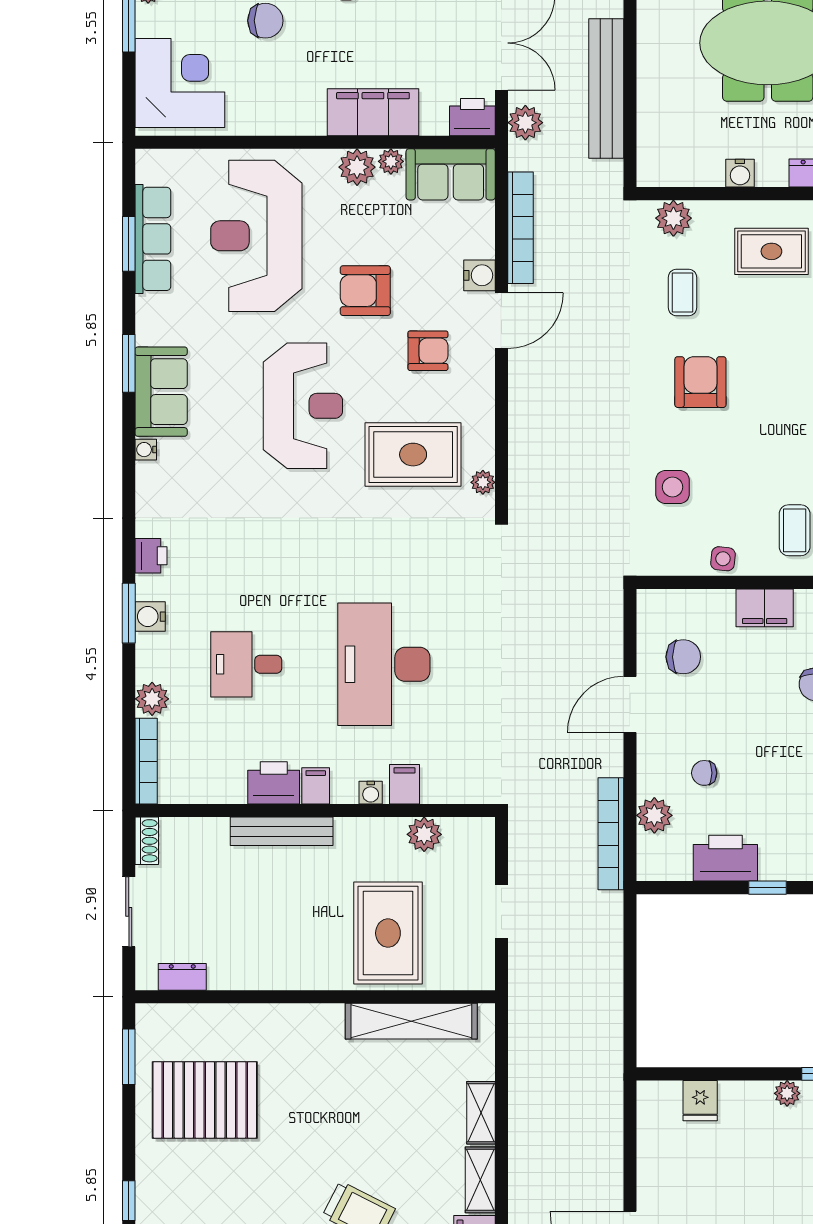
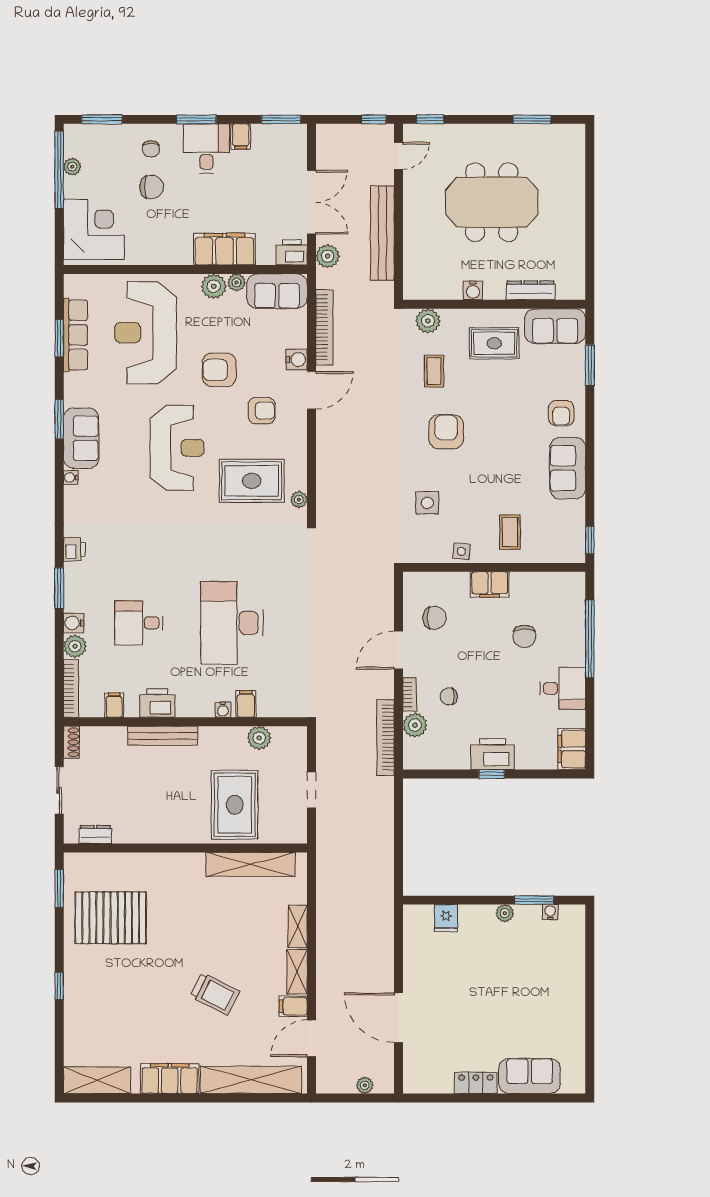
water cooler: (150, 617) -> (74, 623), moved
bookcase: (646, 770) -> (410, 694), added
filing cabinet: (316, 786) -> (114, 705), moved
printer: (725, 858) -> (492, 754), moved

